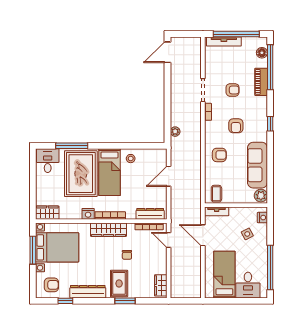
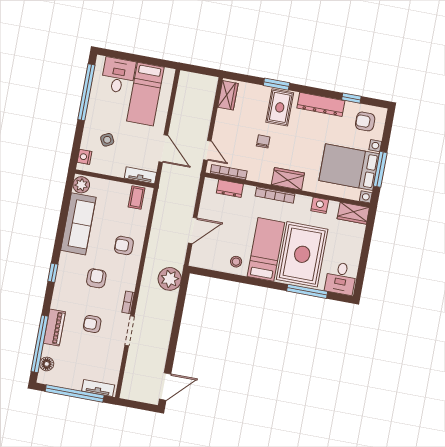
tv unit: (224, 42) -> (98, 388), width x0.71
plant: (175, 132) -> (170, 279), width x1.87, depth x1.87
nightstand: (88, 214) -> (320, 205), moved
dresser: (150, 214) -> (230, 189), width x0.70
wardrobe: (108, 230) -> (288, 179), width x0.67

